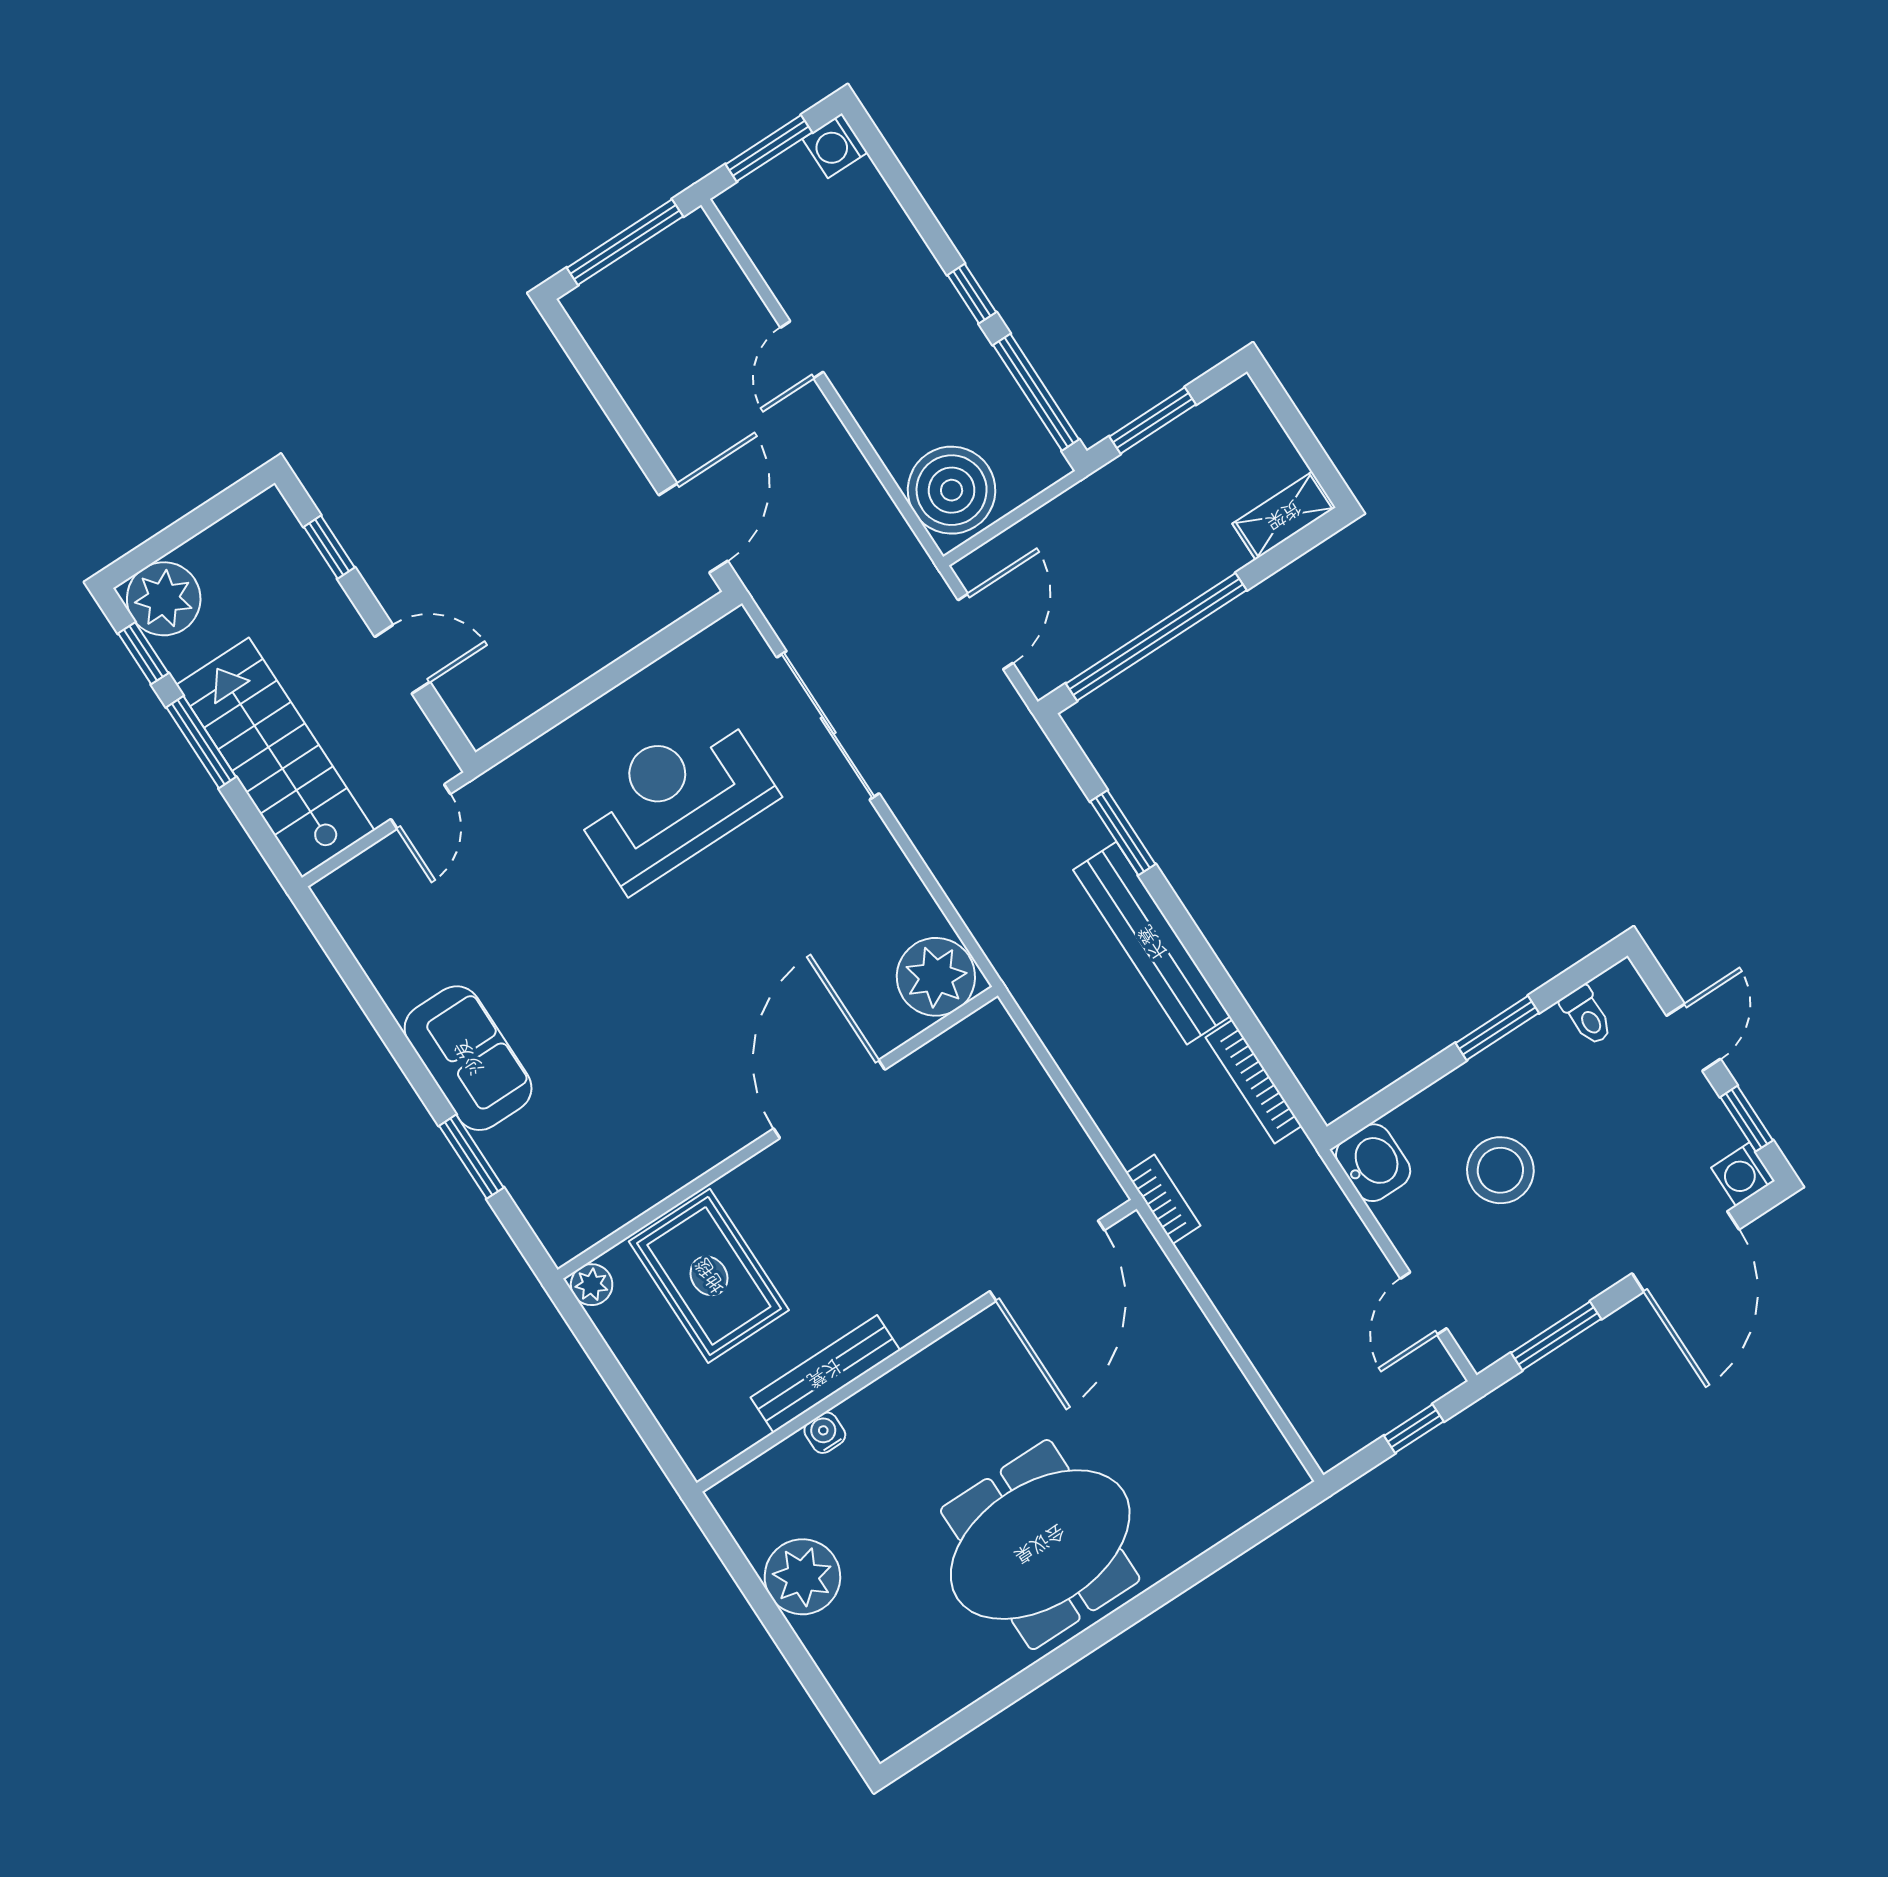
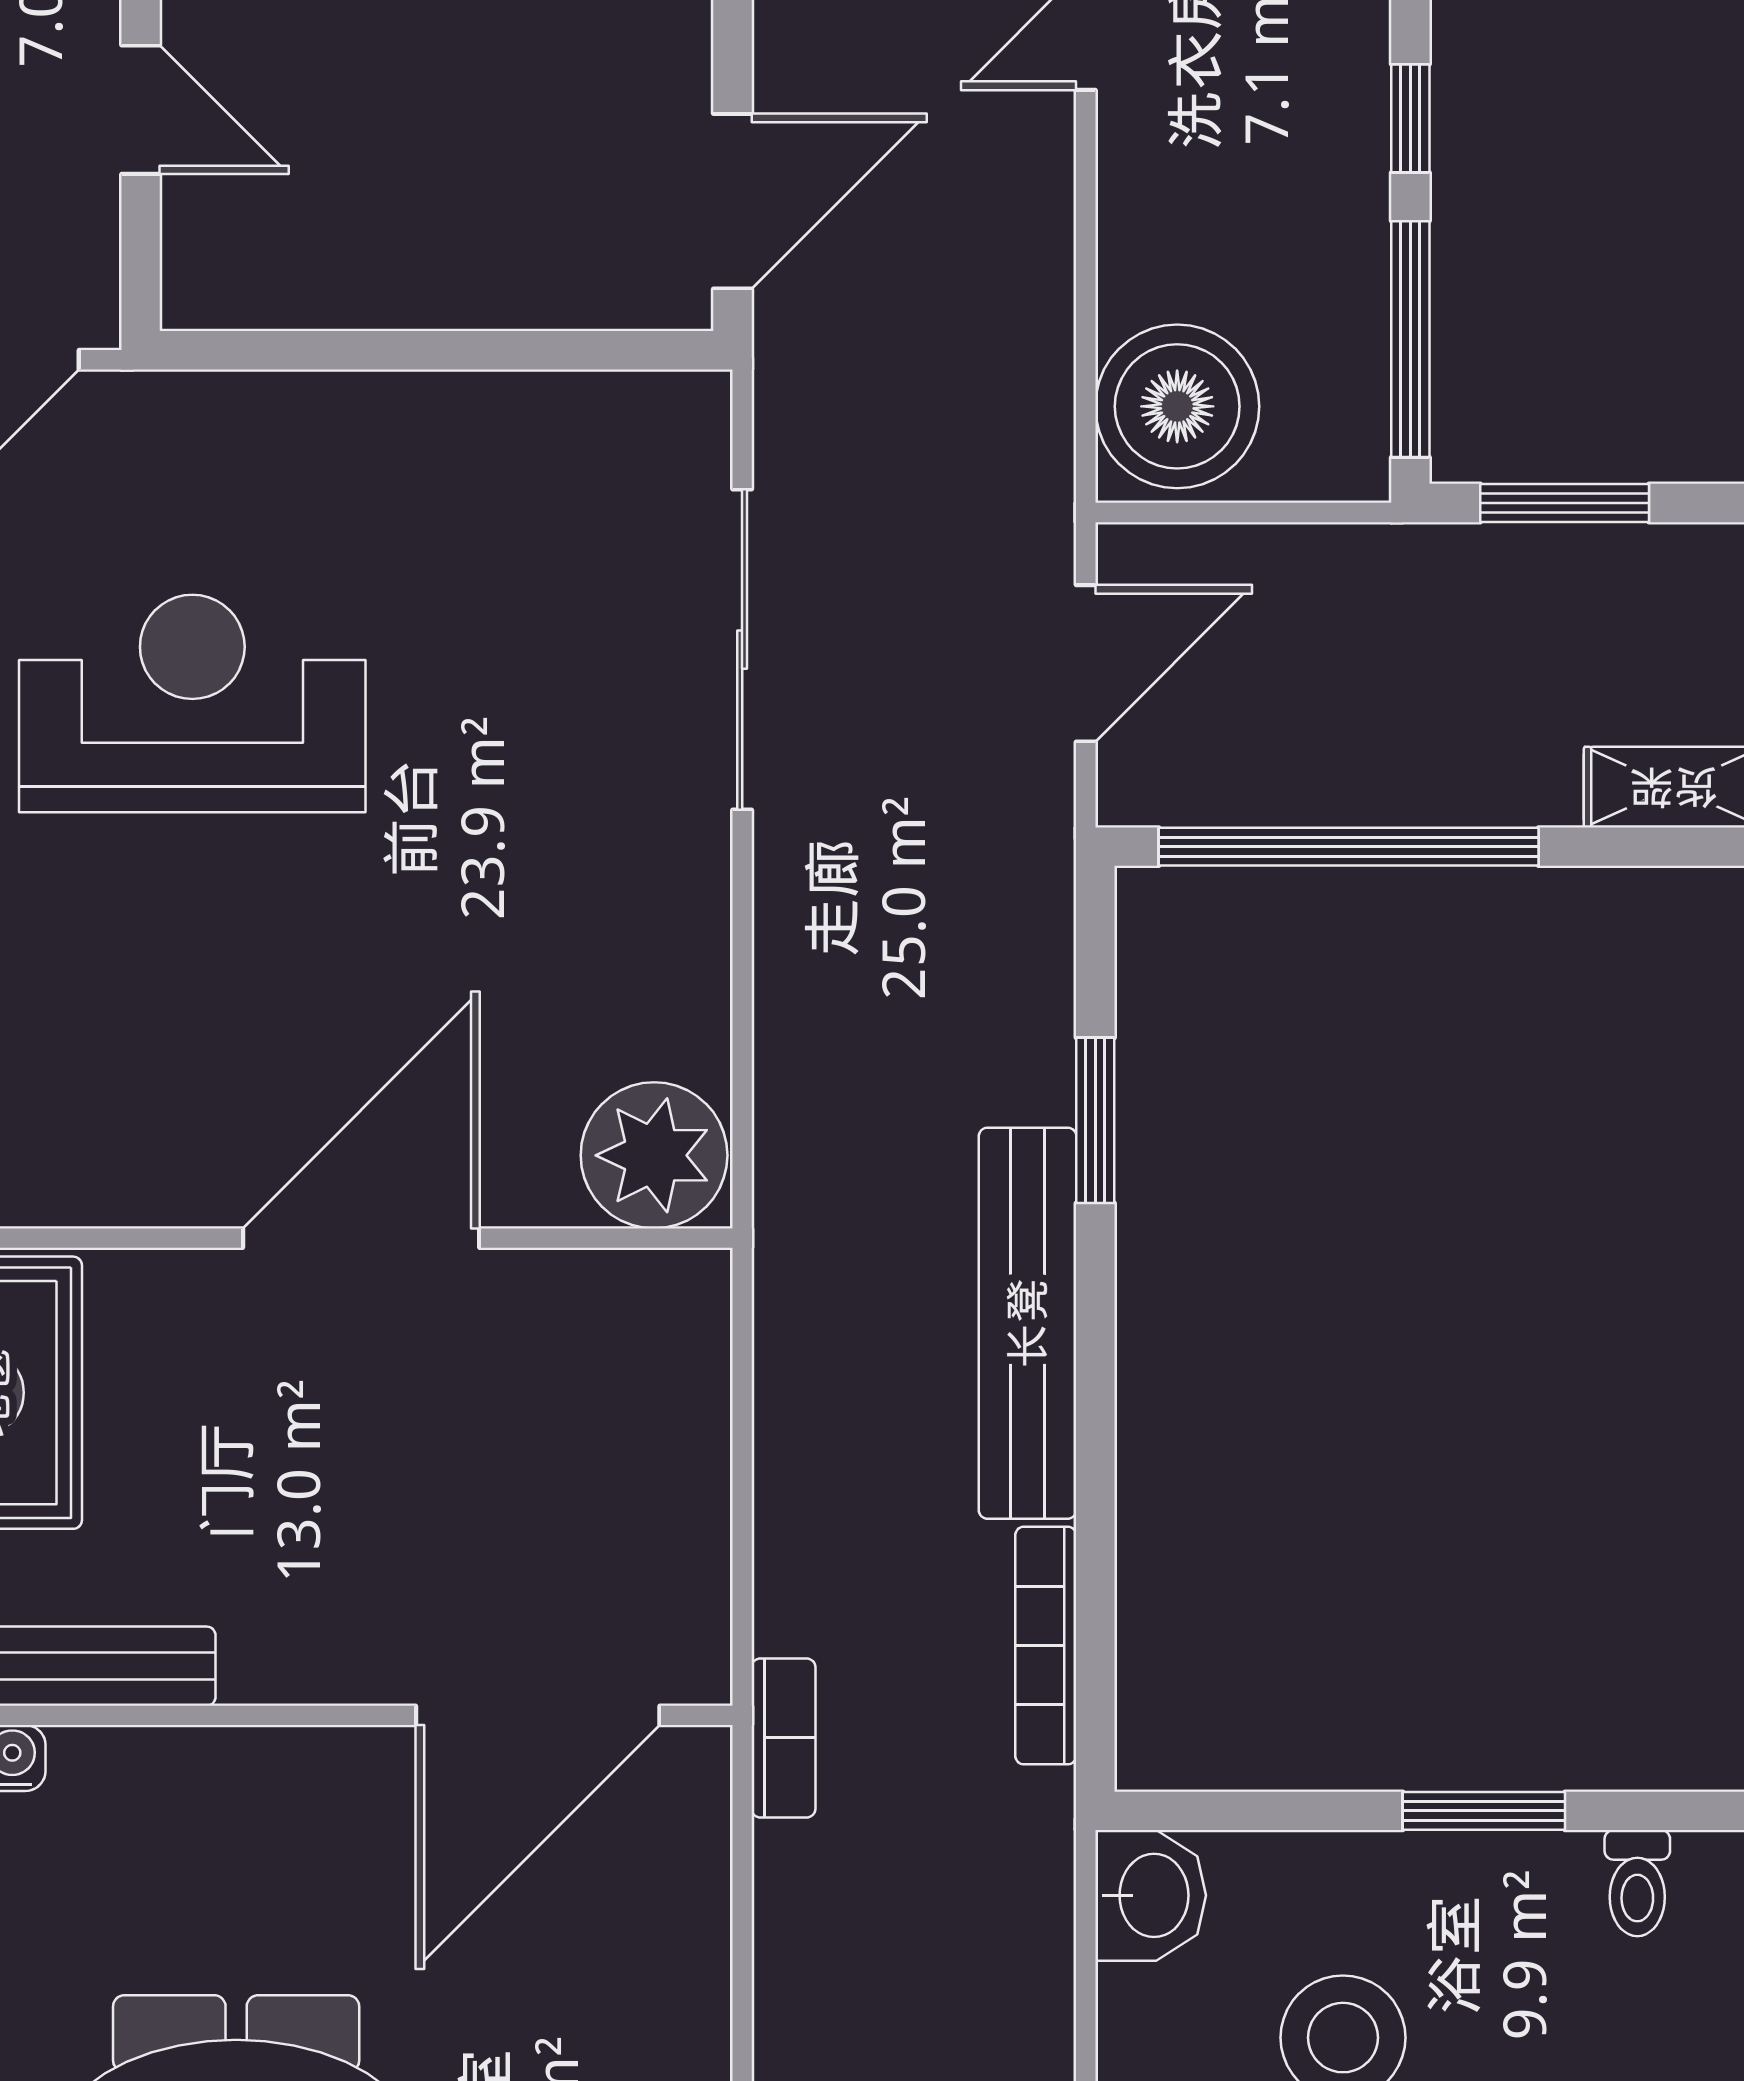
reception desk: (674, 799) -> (192, 703), moved

